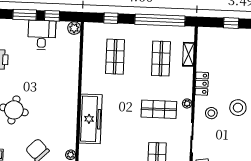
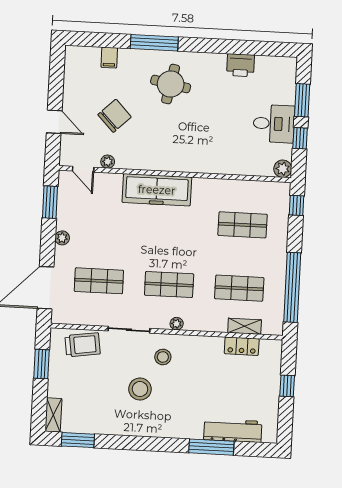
window: (111, 18) -> (297, 205), moved
locker: (202, 84) -> (242, 346), moved
stool: (238, 108) -> (140, 389), moved
shop shelf: (159, 109) -> (169, 284), turned 90

